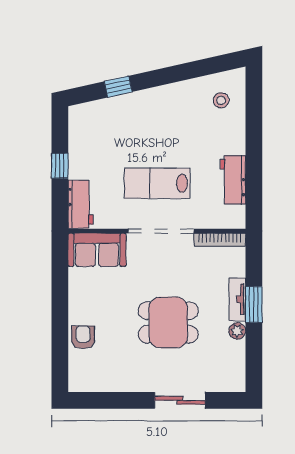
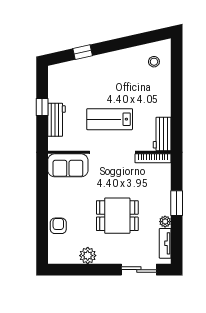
workbench: (233, 180) -> (162, 134), moved
workbench: (80, 204) -> (56, 120), moved
tv unit: (237, 299) -> (165, 243), moved
plant: (125, 380) -> (88, 256), added
sliding door: (180, 400) -> (139, 270), moved

